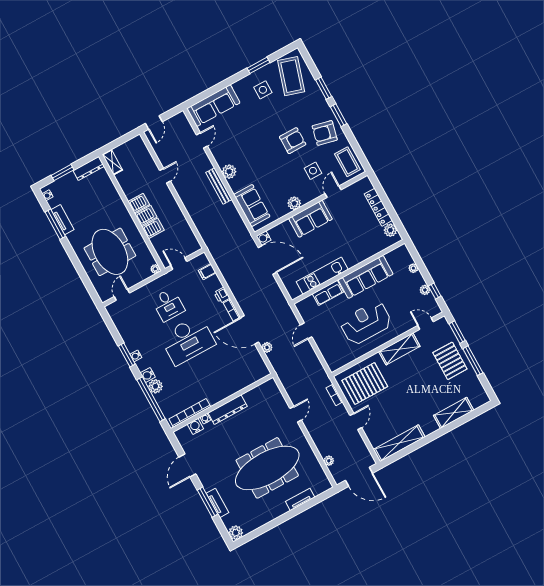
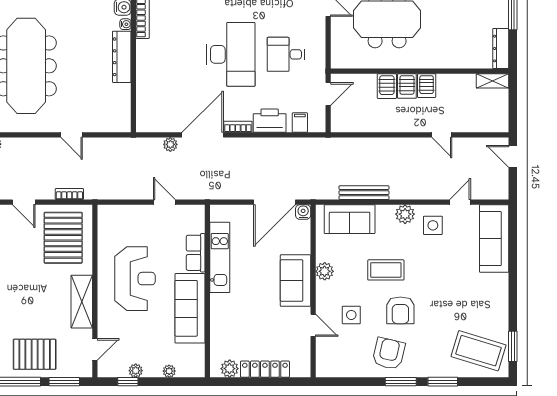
window: (258, 65) -> (513, 346), moved
side table: (263, 90) -> (433, 225), moved
door: (202, 140) -> (460, 202), swing flipped
coffee table: (347, 162) -> (386, 270), moved
bench: (219, 186) -> (364, 193), moved
plant: (155, 269) -> (337, 62), removed
printer: (222, 295) -> (270, 121), width x1.87, depth x1.48
desk: (188, 340) -> (231, 54), turned 180

